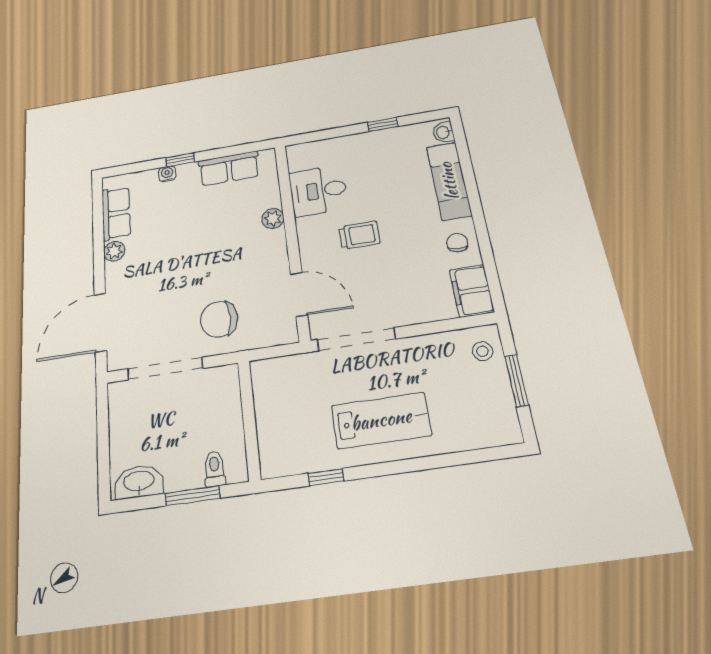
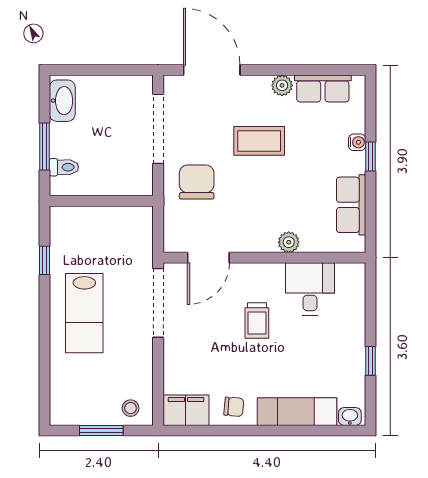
coffee table: (171, 264) -> (259, 141), added

